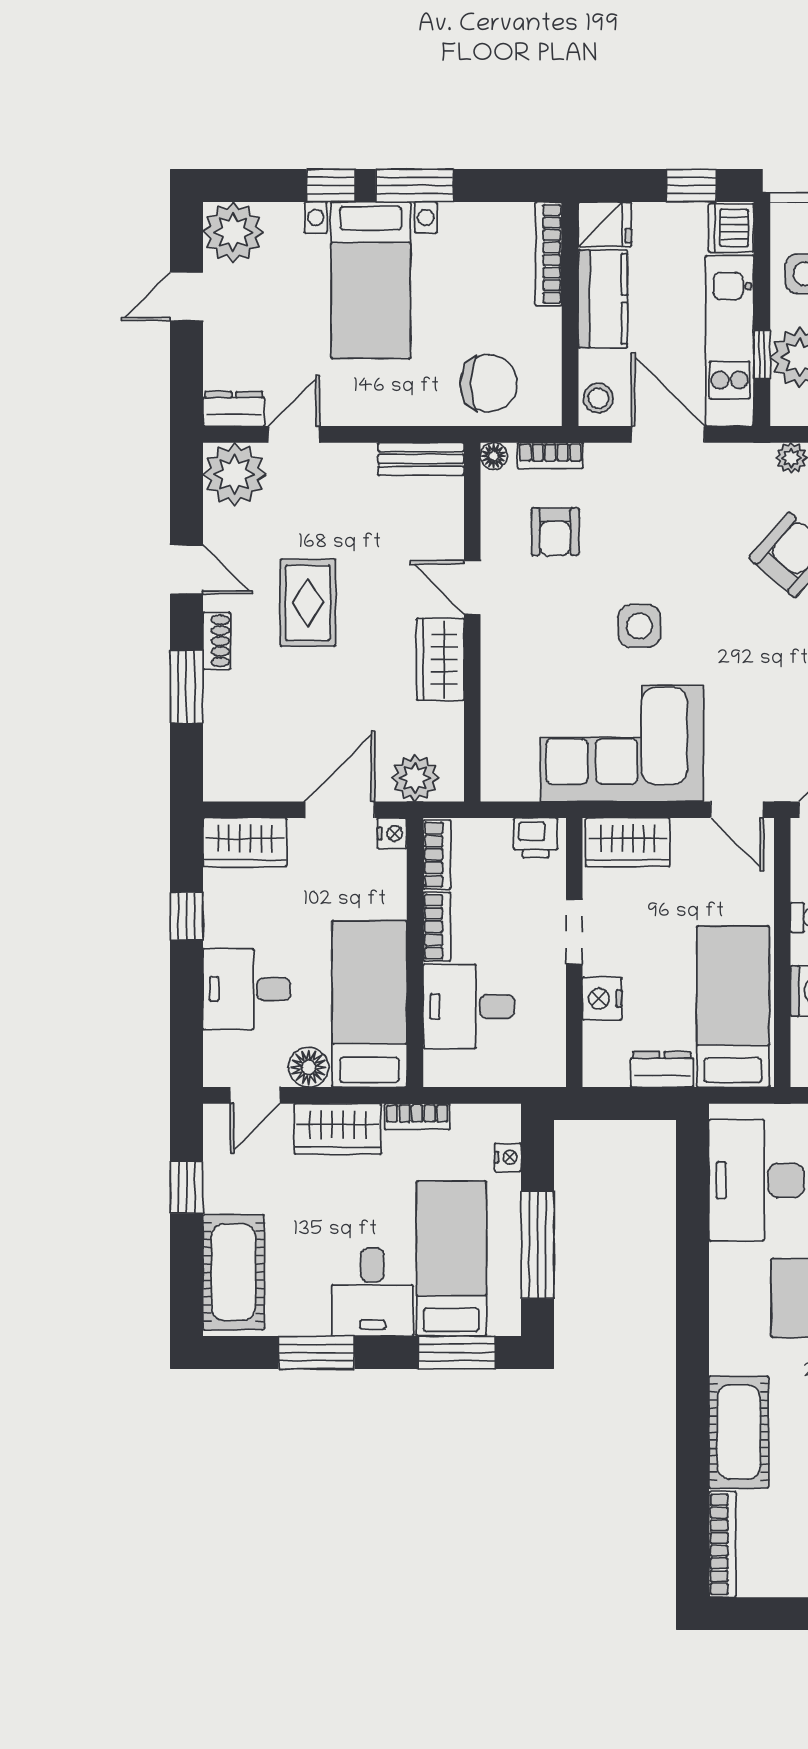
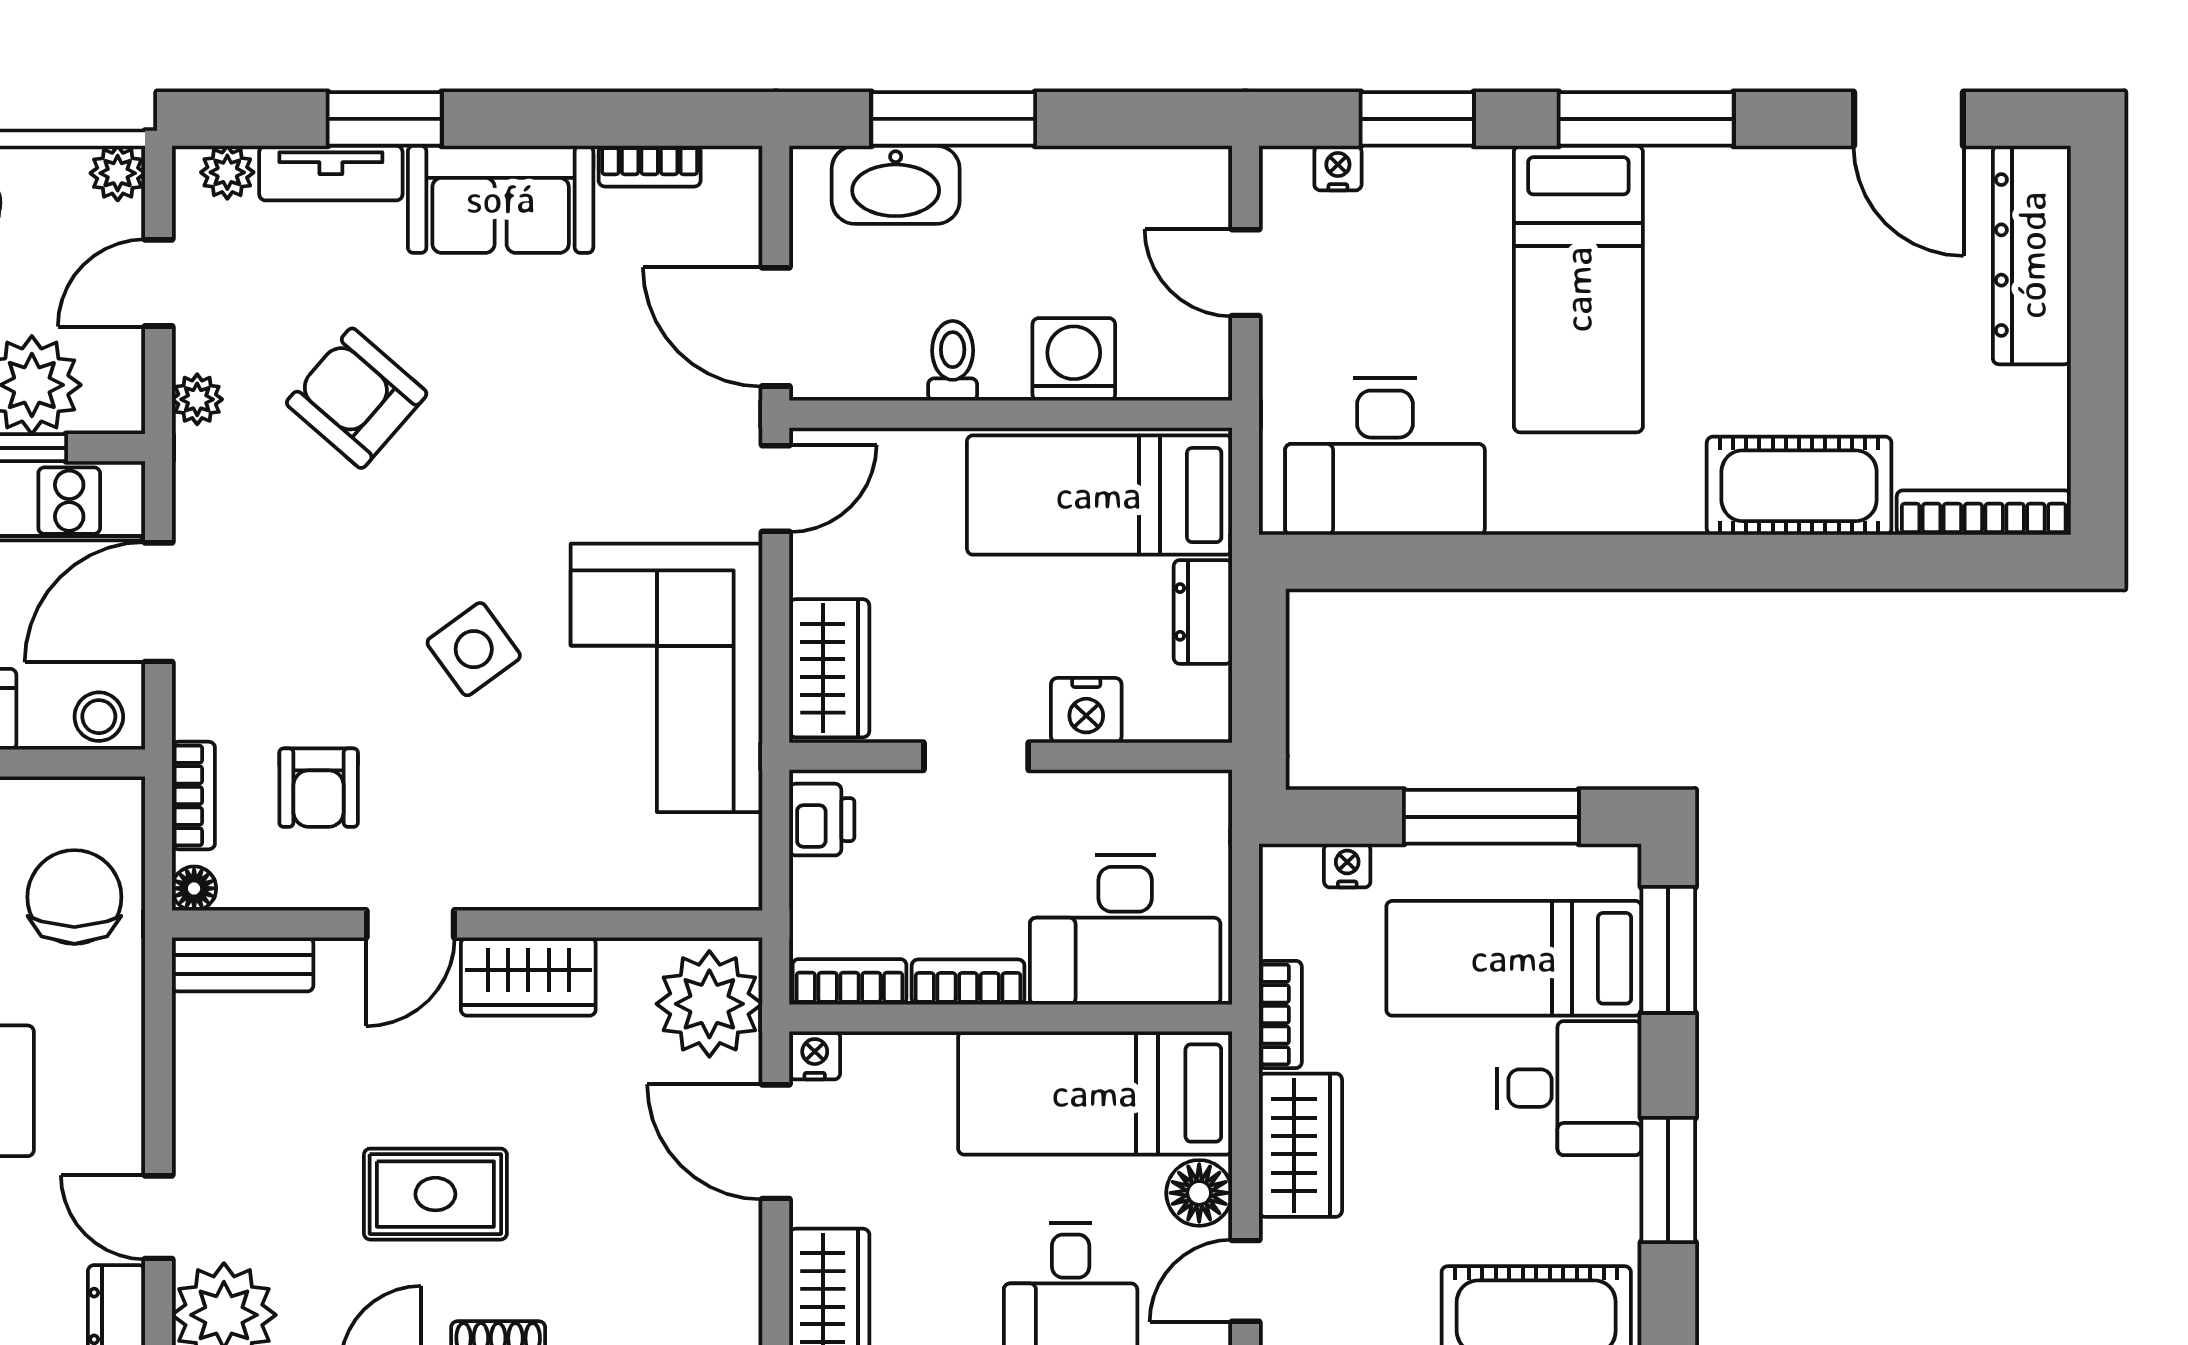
bench: (421, 459) -> (243, 964), moved, turned 90
armchair: (555, 532) -> (319, 788), turned 90
side table: (639, 626) -> (474, 649), turned -36
plant: (415, 778) -> (709, 1004), width x1.36, depth x1.36
desk: (469, 1006) -> (1125, 930), width x1.37
door: (255, 1095) -> (1245, 1281), swing flipped

